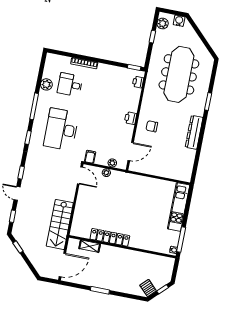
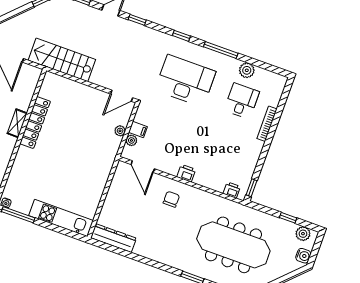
dresser: (194, 132) -> (113, 238), moved
filing cabinet: (90, 157) -> (138, 130), moved
shelving: (90, 246) -> (17, 123), moved

